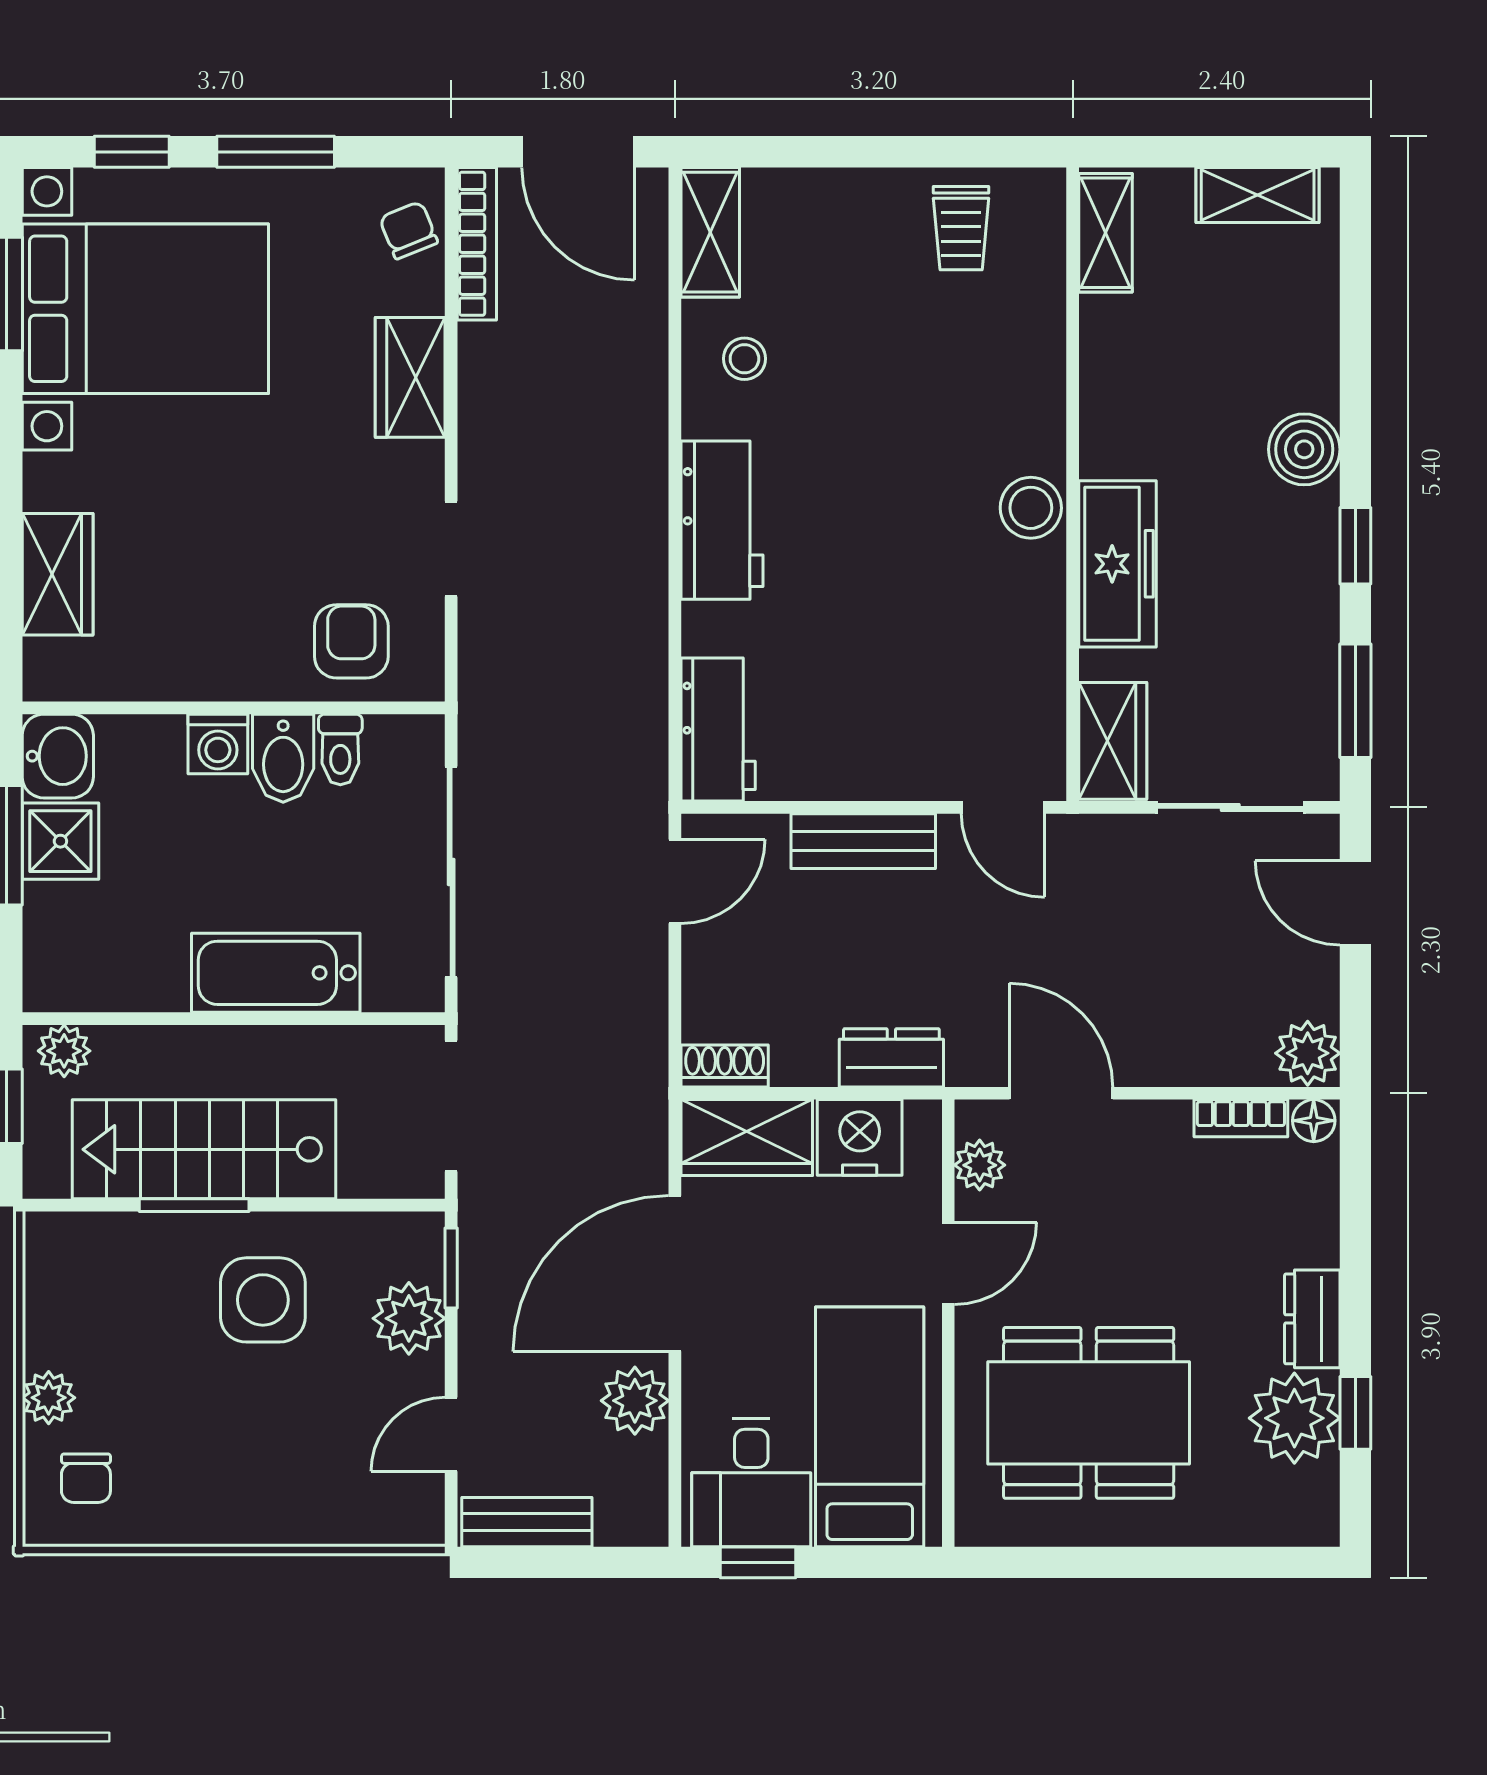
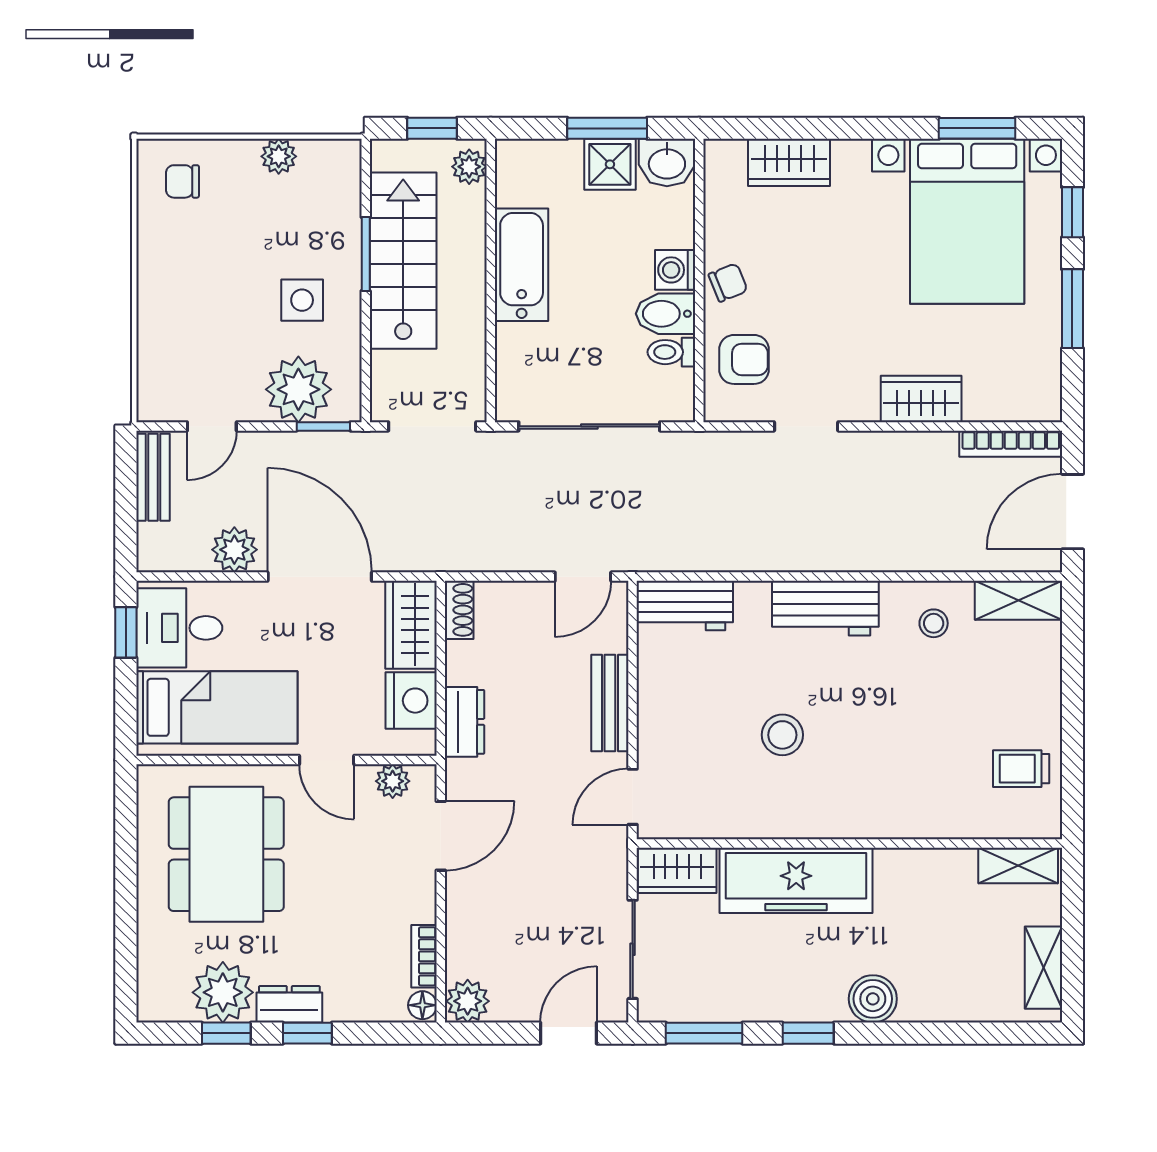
chair: (409, 230) -> (728, 282), moved
stool: (1031, 508) -> (782, 735), moved
freezer: (1117, 564) -> (796, 880), width x1.36, depth x1.26
door: (675, 881) -> (583, 577), hinge flipped
bathtub: (276, 973) -> (522, 265), moved
window: (1355, 1292) -> (307, 1033), added
side table: (263, 1300) -> (302, 300), width x0.73, depth x0.73
plant: (409, 1318) -> (298, 389), width x1.36, depth x1.36
plant: (49, 1398) -> (279, 156), moved
door: (451, 1434) -> (212, 426), swing flipped

